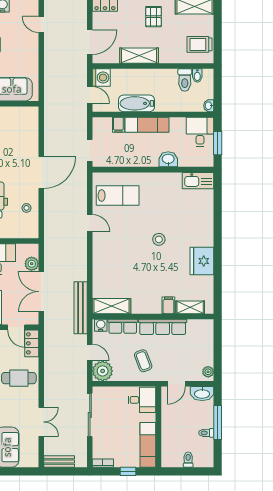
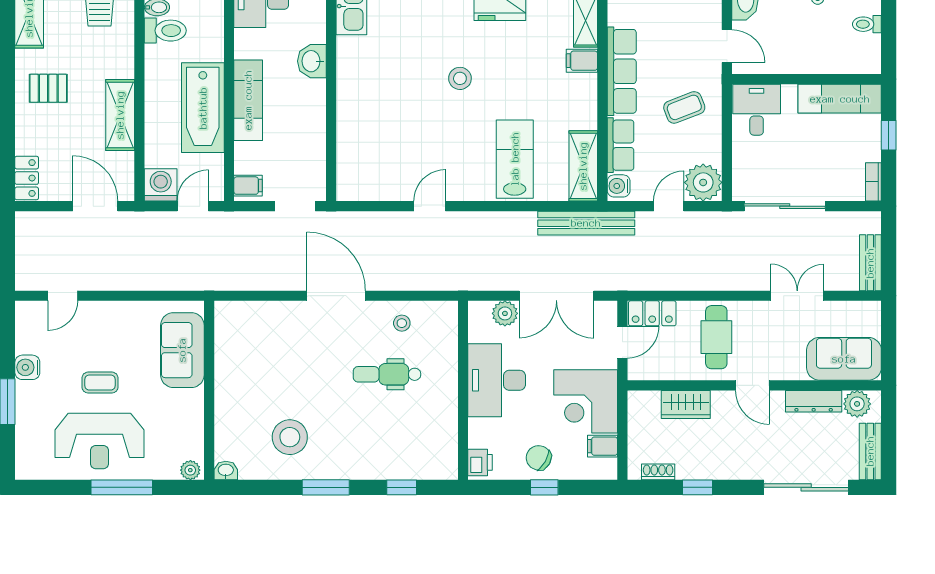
bathtub: (136, 103) -> (203, 108), width x1.36, depth x1.36
filing cabinet: (118, 125) -> (248, 186), moved
lab bench: (118, 196) -> (515, 159), moved

